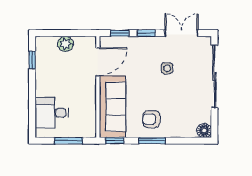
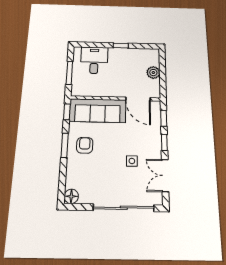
double door: (181, 33) -> (165, 175), swing flipped
window: (32, 60) -> (121, 46), moved

